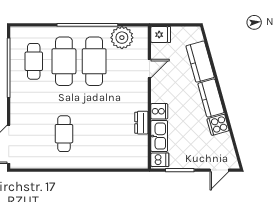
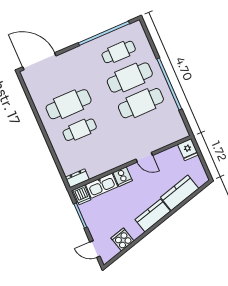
plant: (122, 38) -> (171, 118), removed
door: (149, 69) -> (144, 157), moved
dresser: (141, 123) -> (77, 178), moved
cooker: (218, 125) -> (123, 239), moved
cafe table: (64, 134) -> (69, 104), width x1.37, depth x1.35
cafe table: (94, 134) -> (80, 130), added

